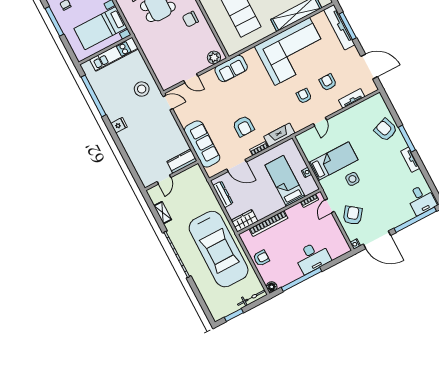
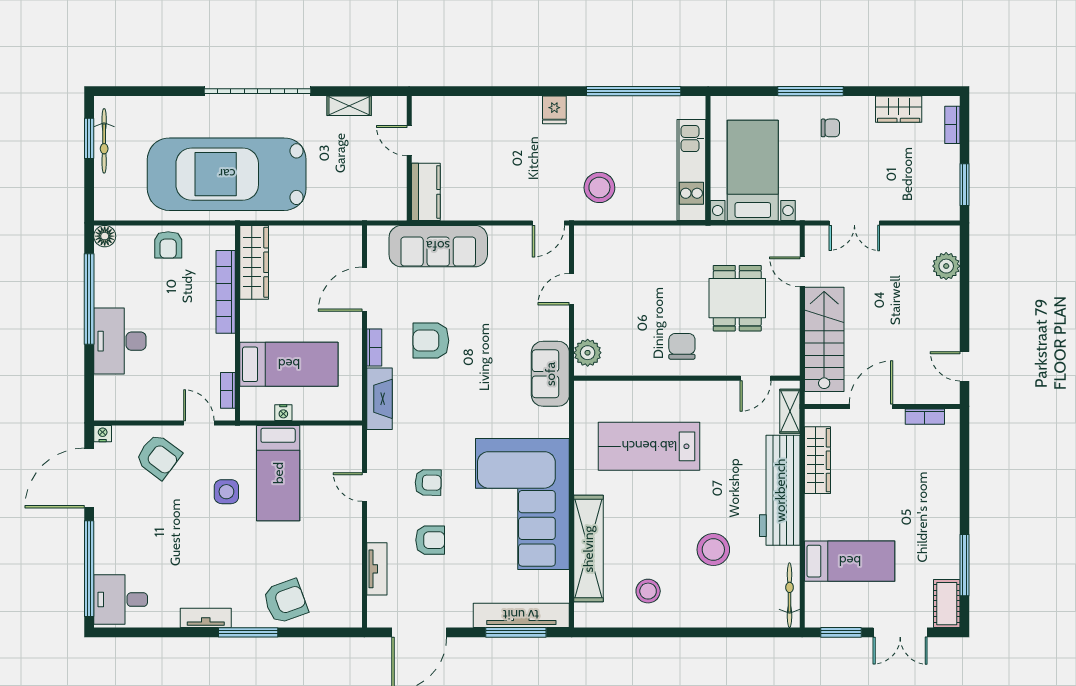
dresser: (223, 194) -> (324, 236), removed
wardrobe: (244, 221) -> (254, 262), width x1.50
bicycle: (252, 298) -> (104, 141), moved

